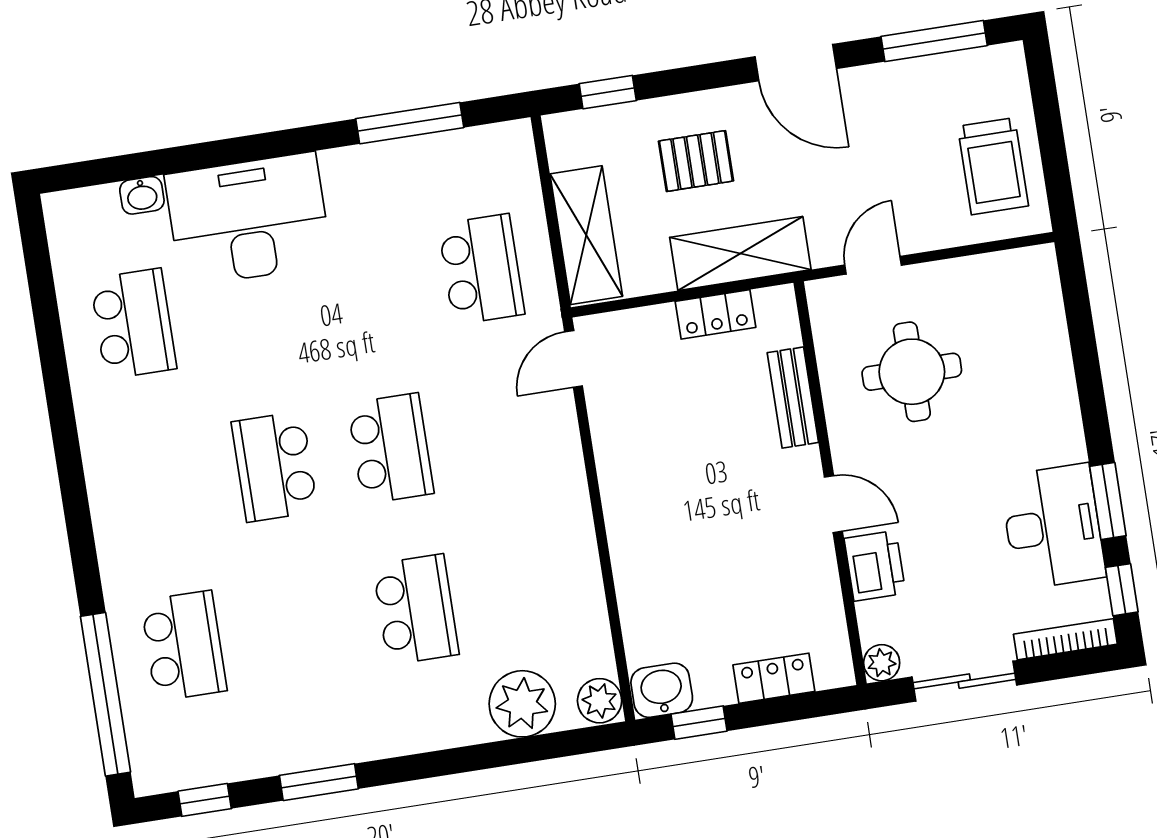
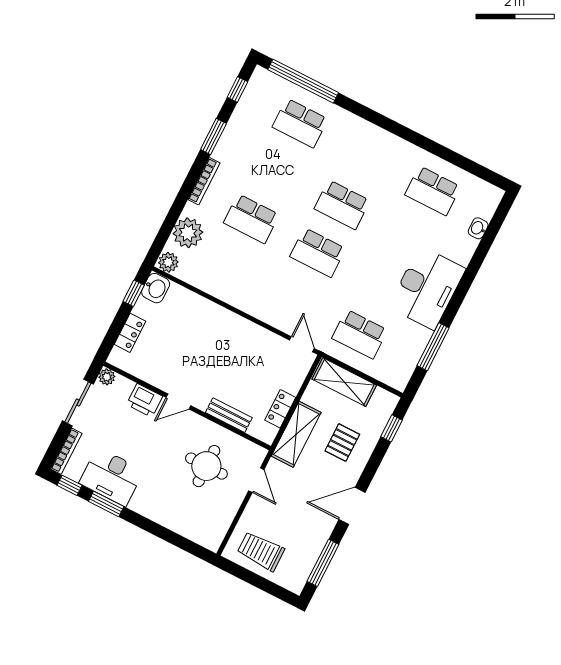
desk: (248, 220) -> (427, 288), moved
school desk: (275, 467) -> (342, 205), turned 180
bookcase: (410, 741) -> (204, 181), added

